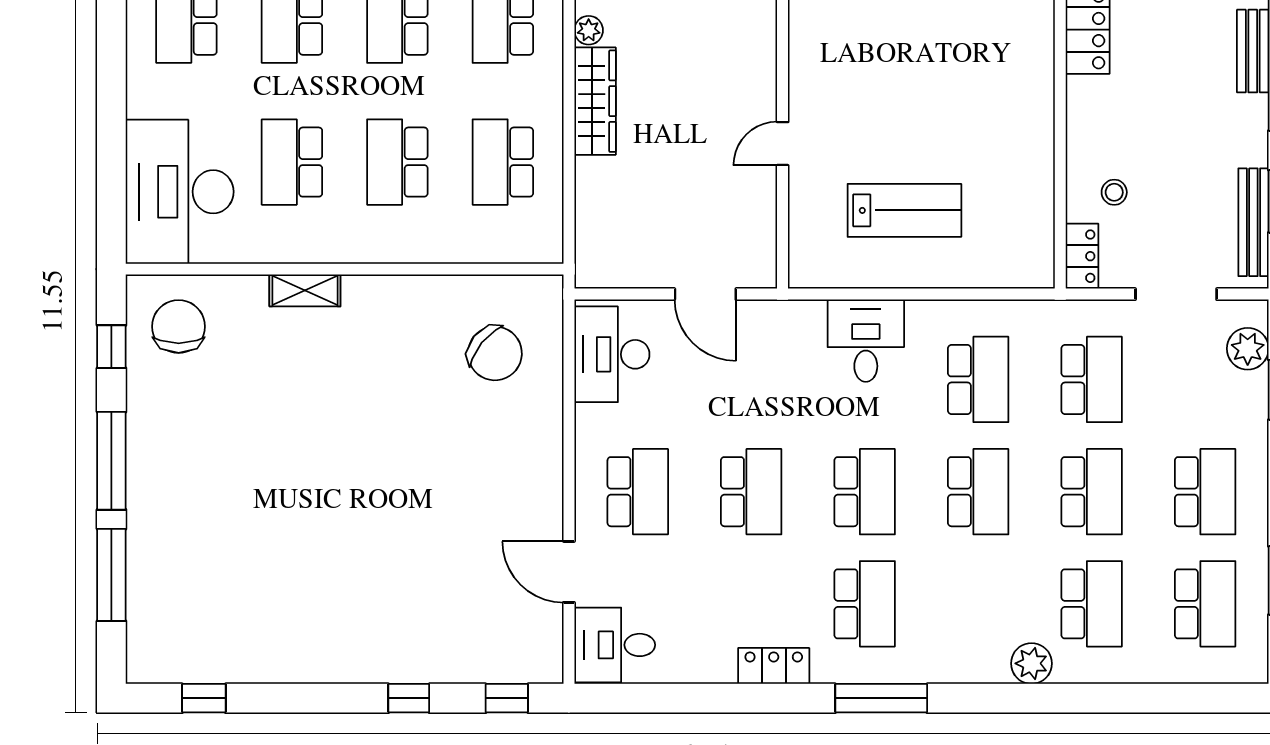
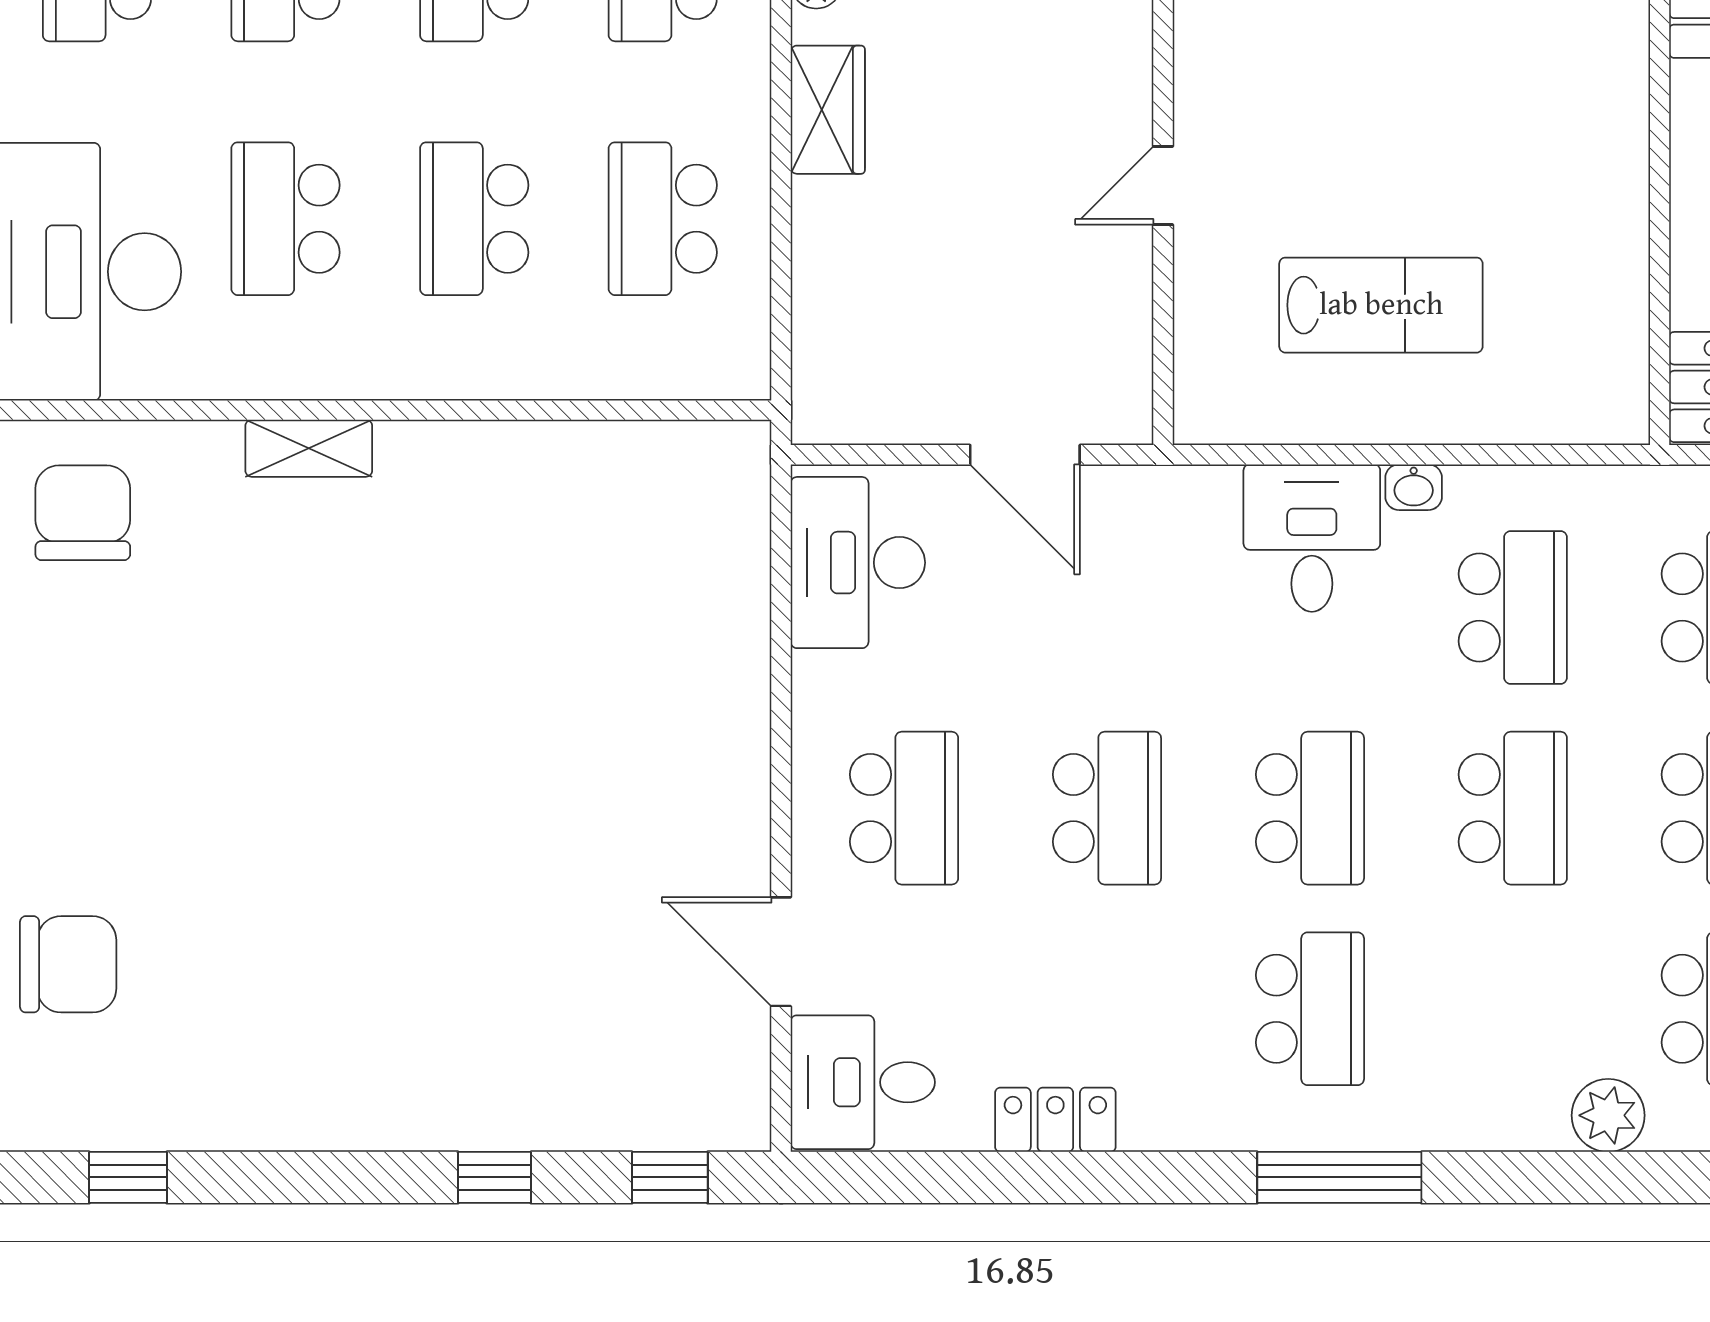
wardrobe: (595, 101) -> (828, 110), width x0.67
washbasin: (923, 312) -> (1414, 487), added
chair: (495, 353) -> (68, 964), moved, turned -39
locker: (774, 666) -> (1055, 1120), moved

